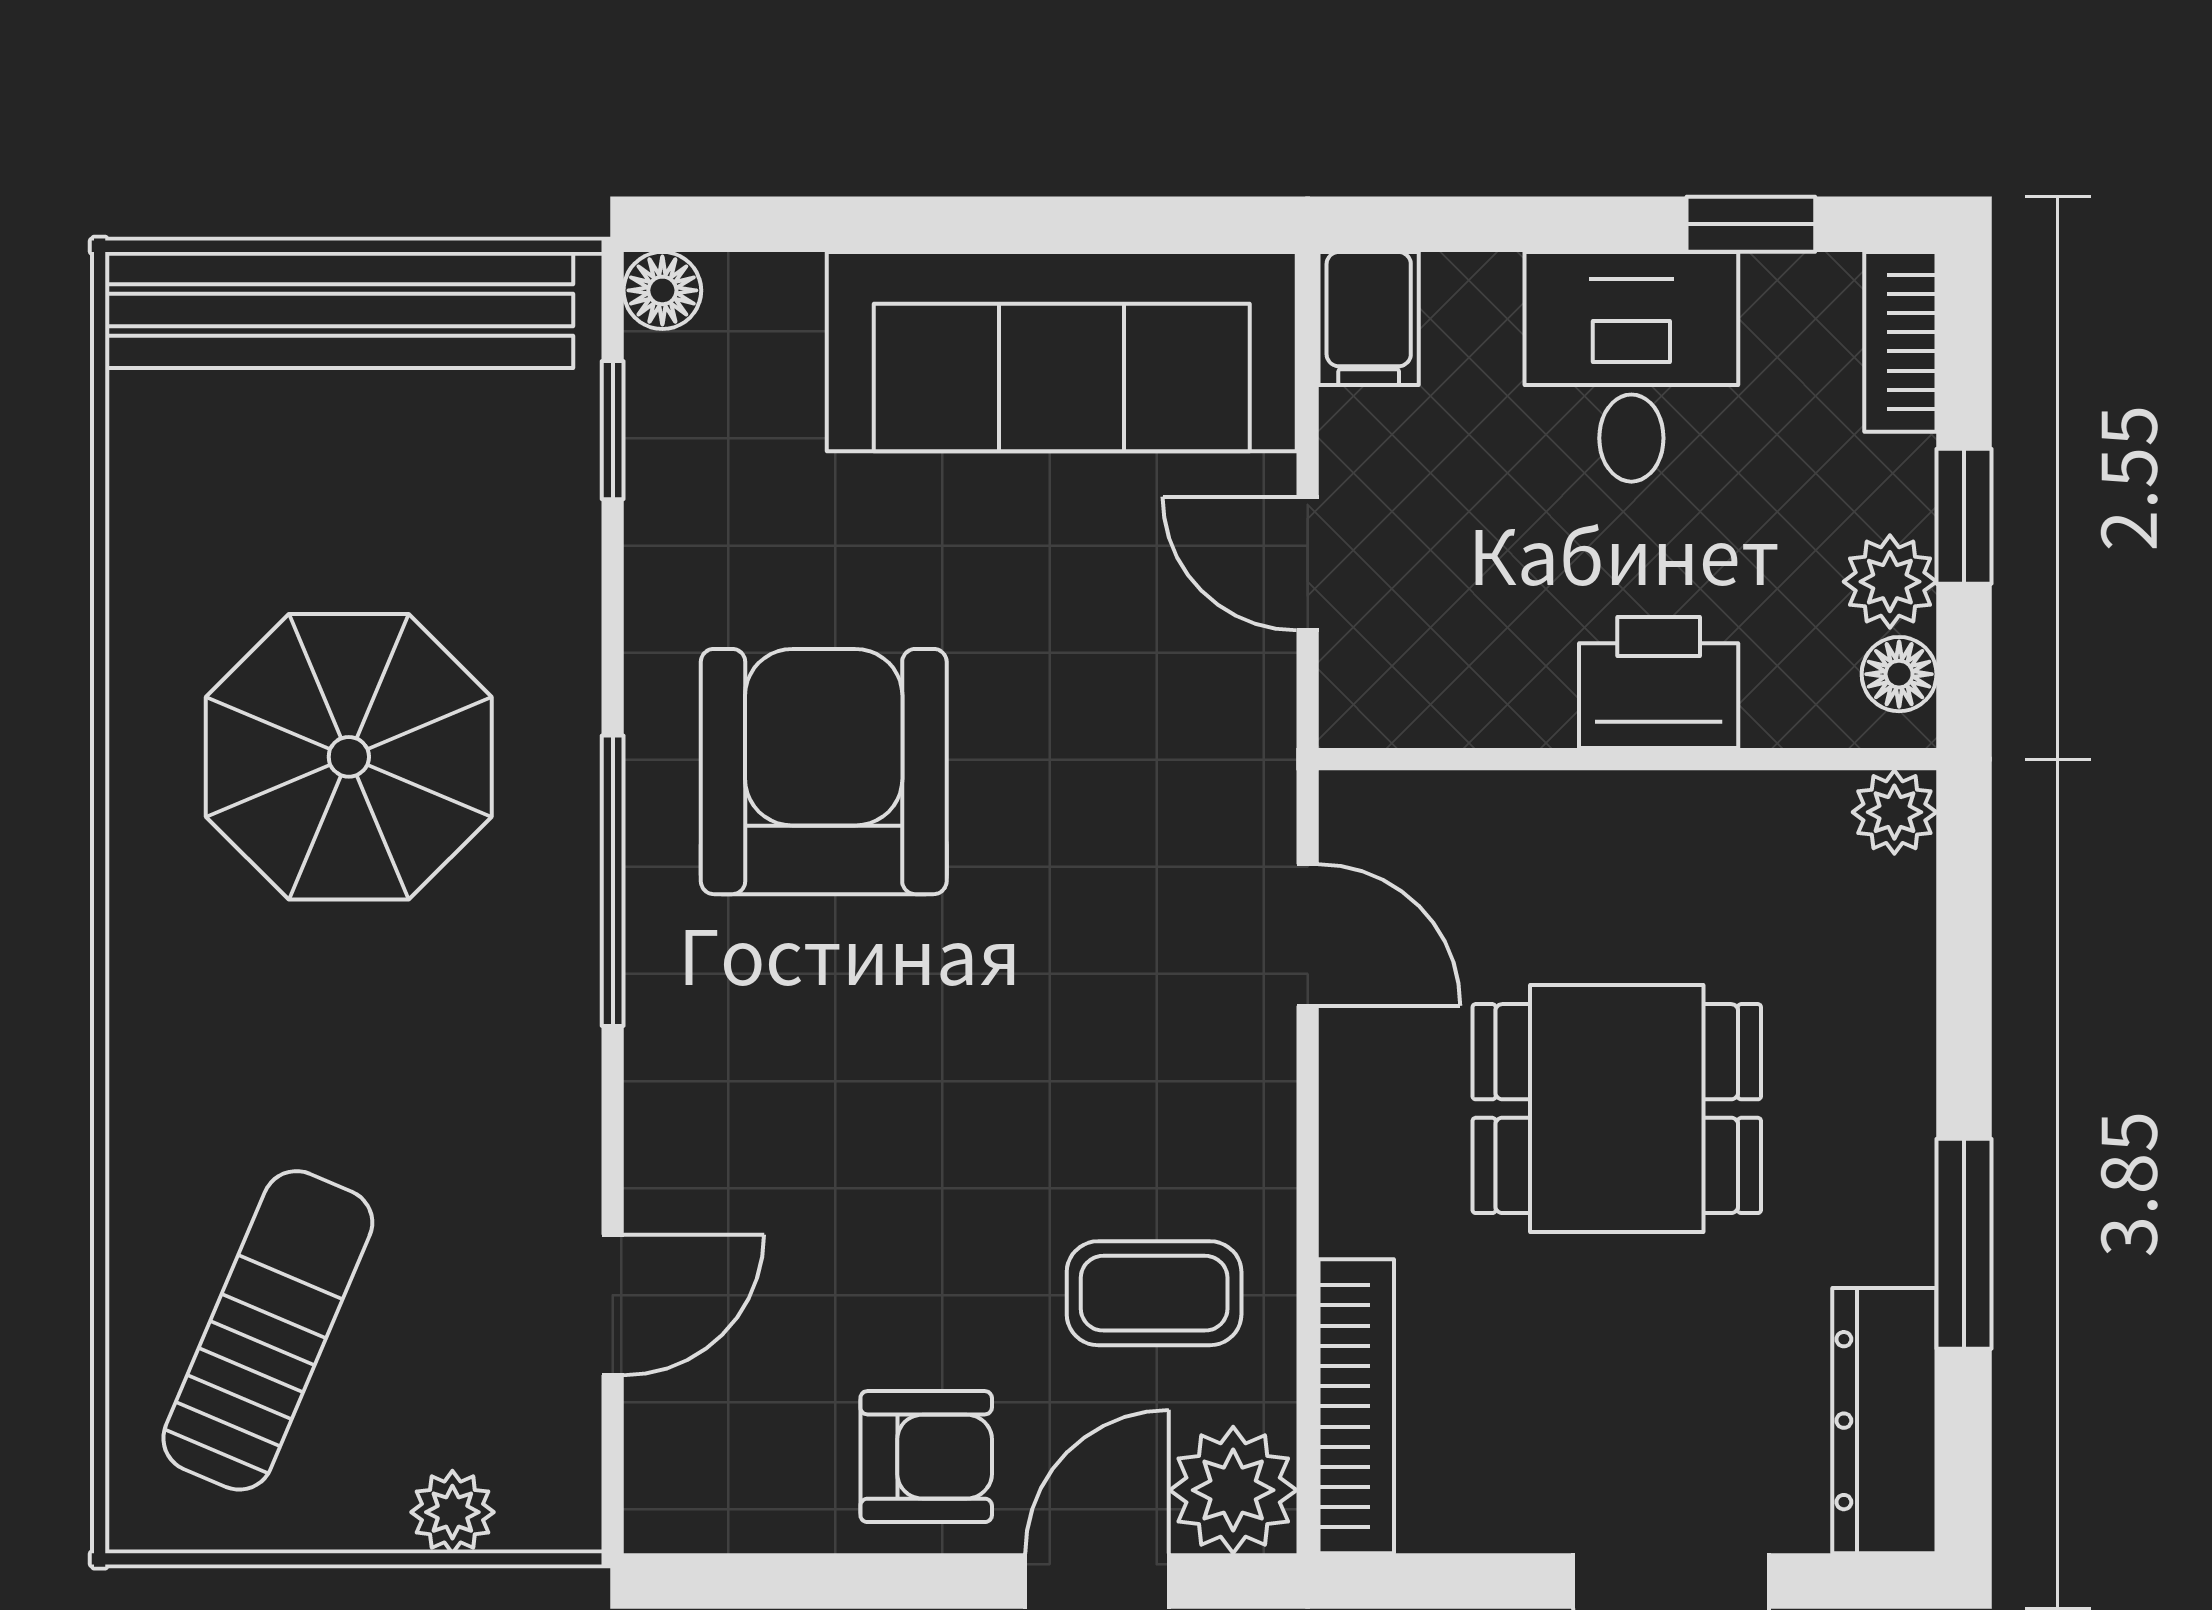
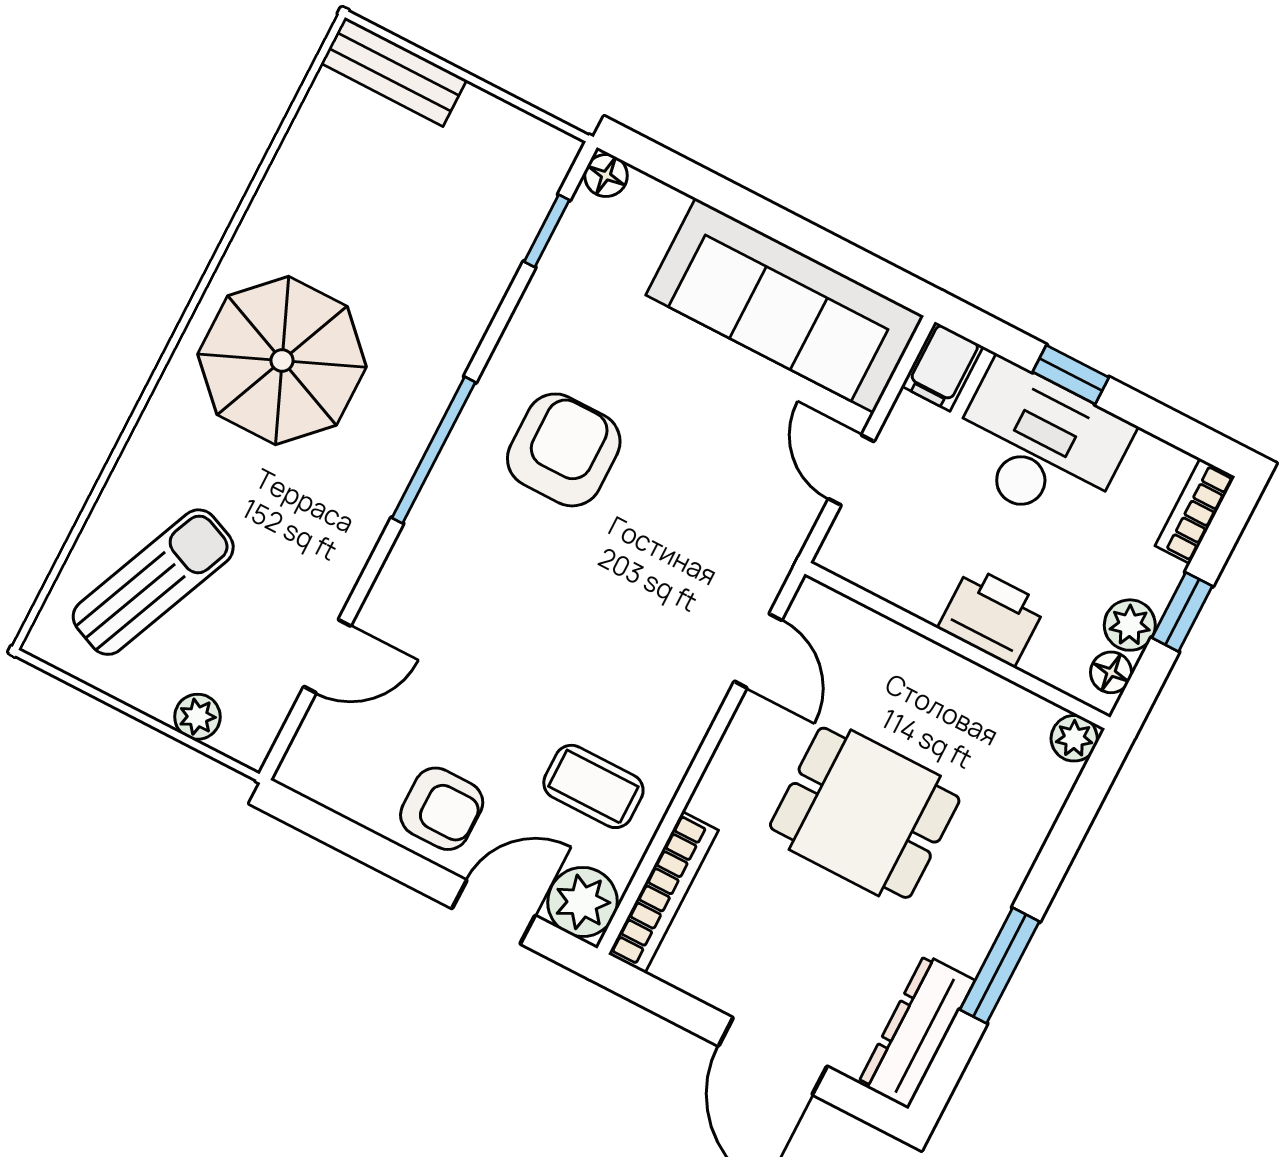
window: (1751, 224) -> (1071, 375), moved
bench: (339, 310) -> (394, 72), width x0.54, depth x0.82
desk: (1631, 367) -> (1039, 446), width x1.37
parasol: (349, 757) -> (282, 361), moved
armchair: (824, 772) -> (564, 450), width x0.73, depth x0.73

